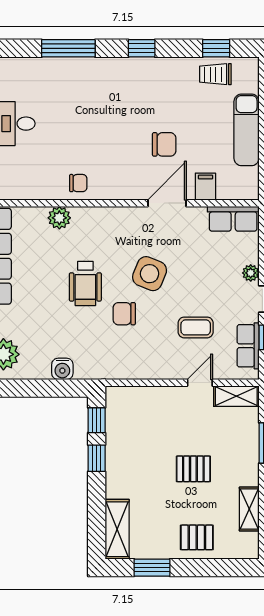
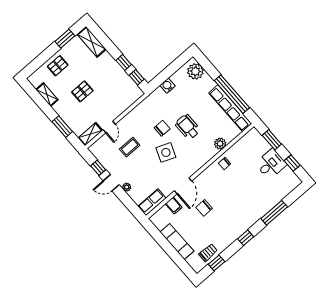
row of seats: (248, 346) -> (103, 158), removed

